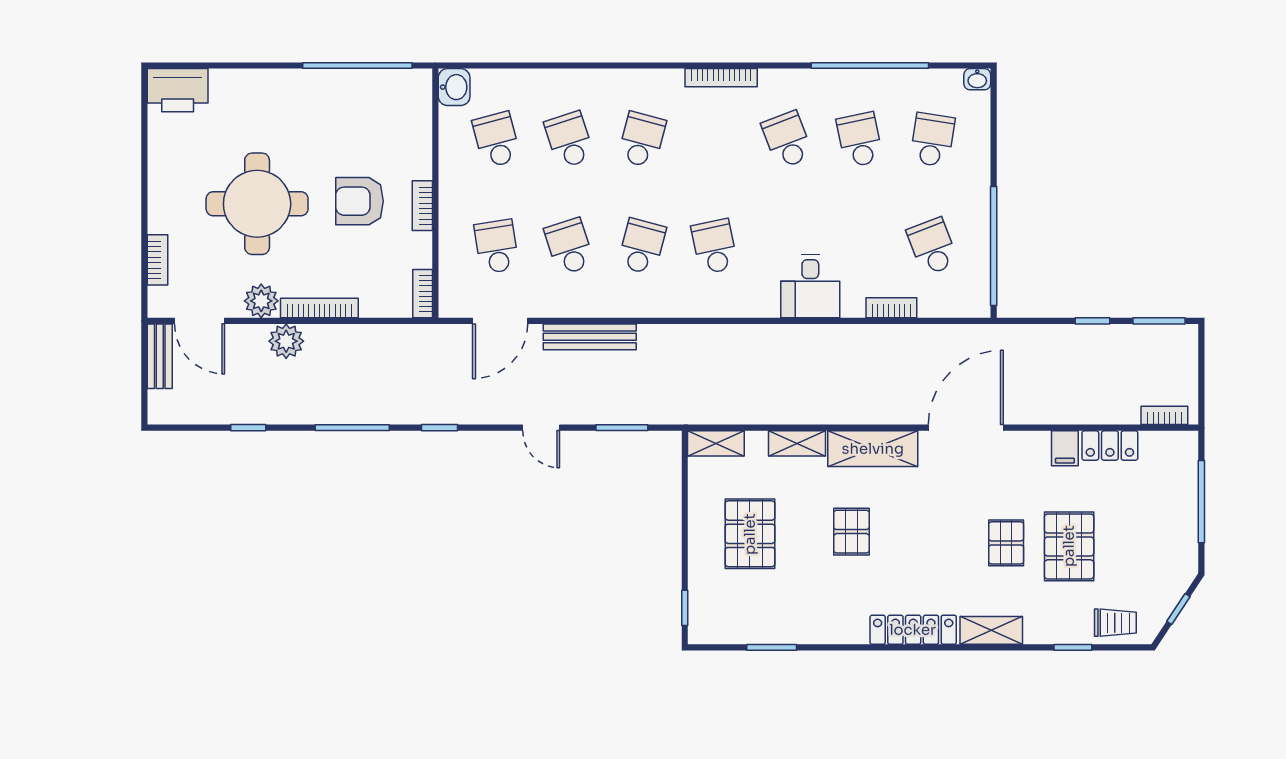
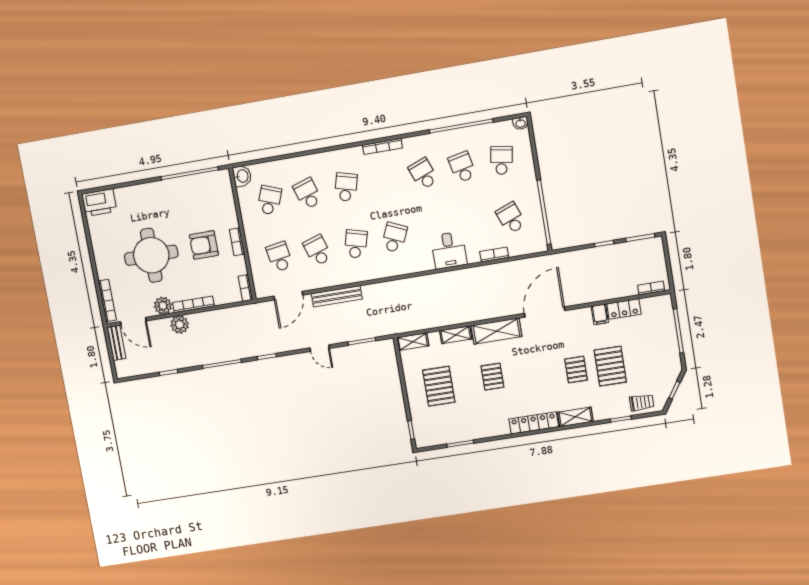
school desk: (497, 140) -> (269, 200), turned 36
school desk: (714, 247) -> (394, 238), turned 36
bookcase: (157, 260) -> (107, 301), width x1.56

